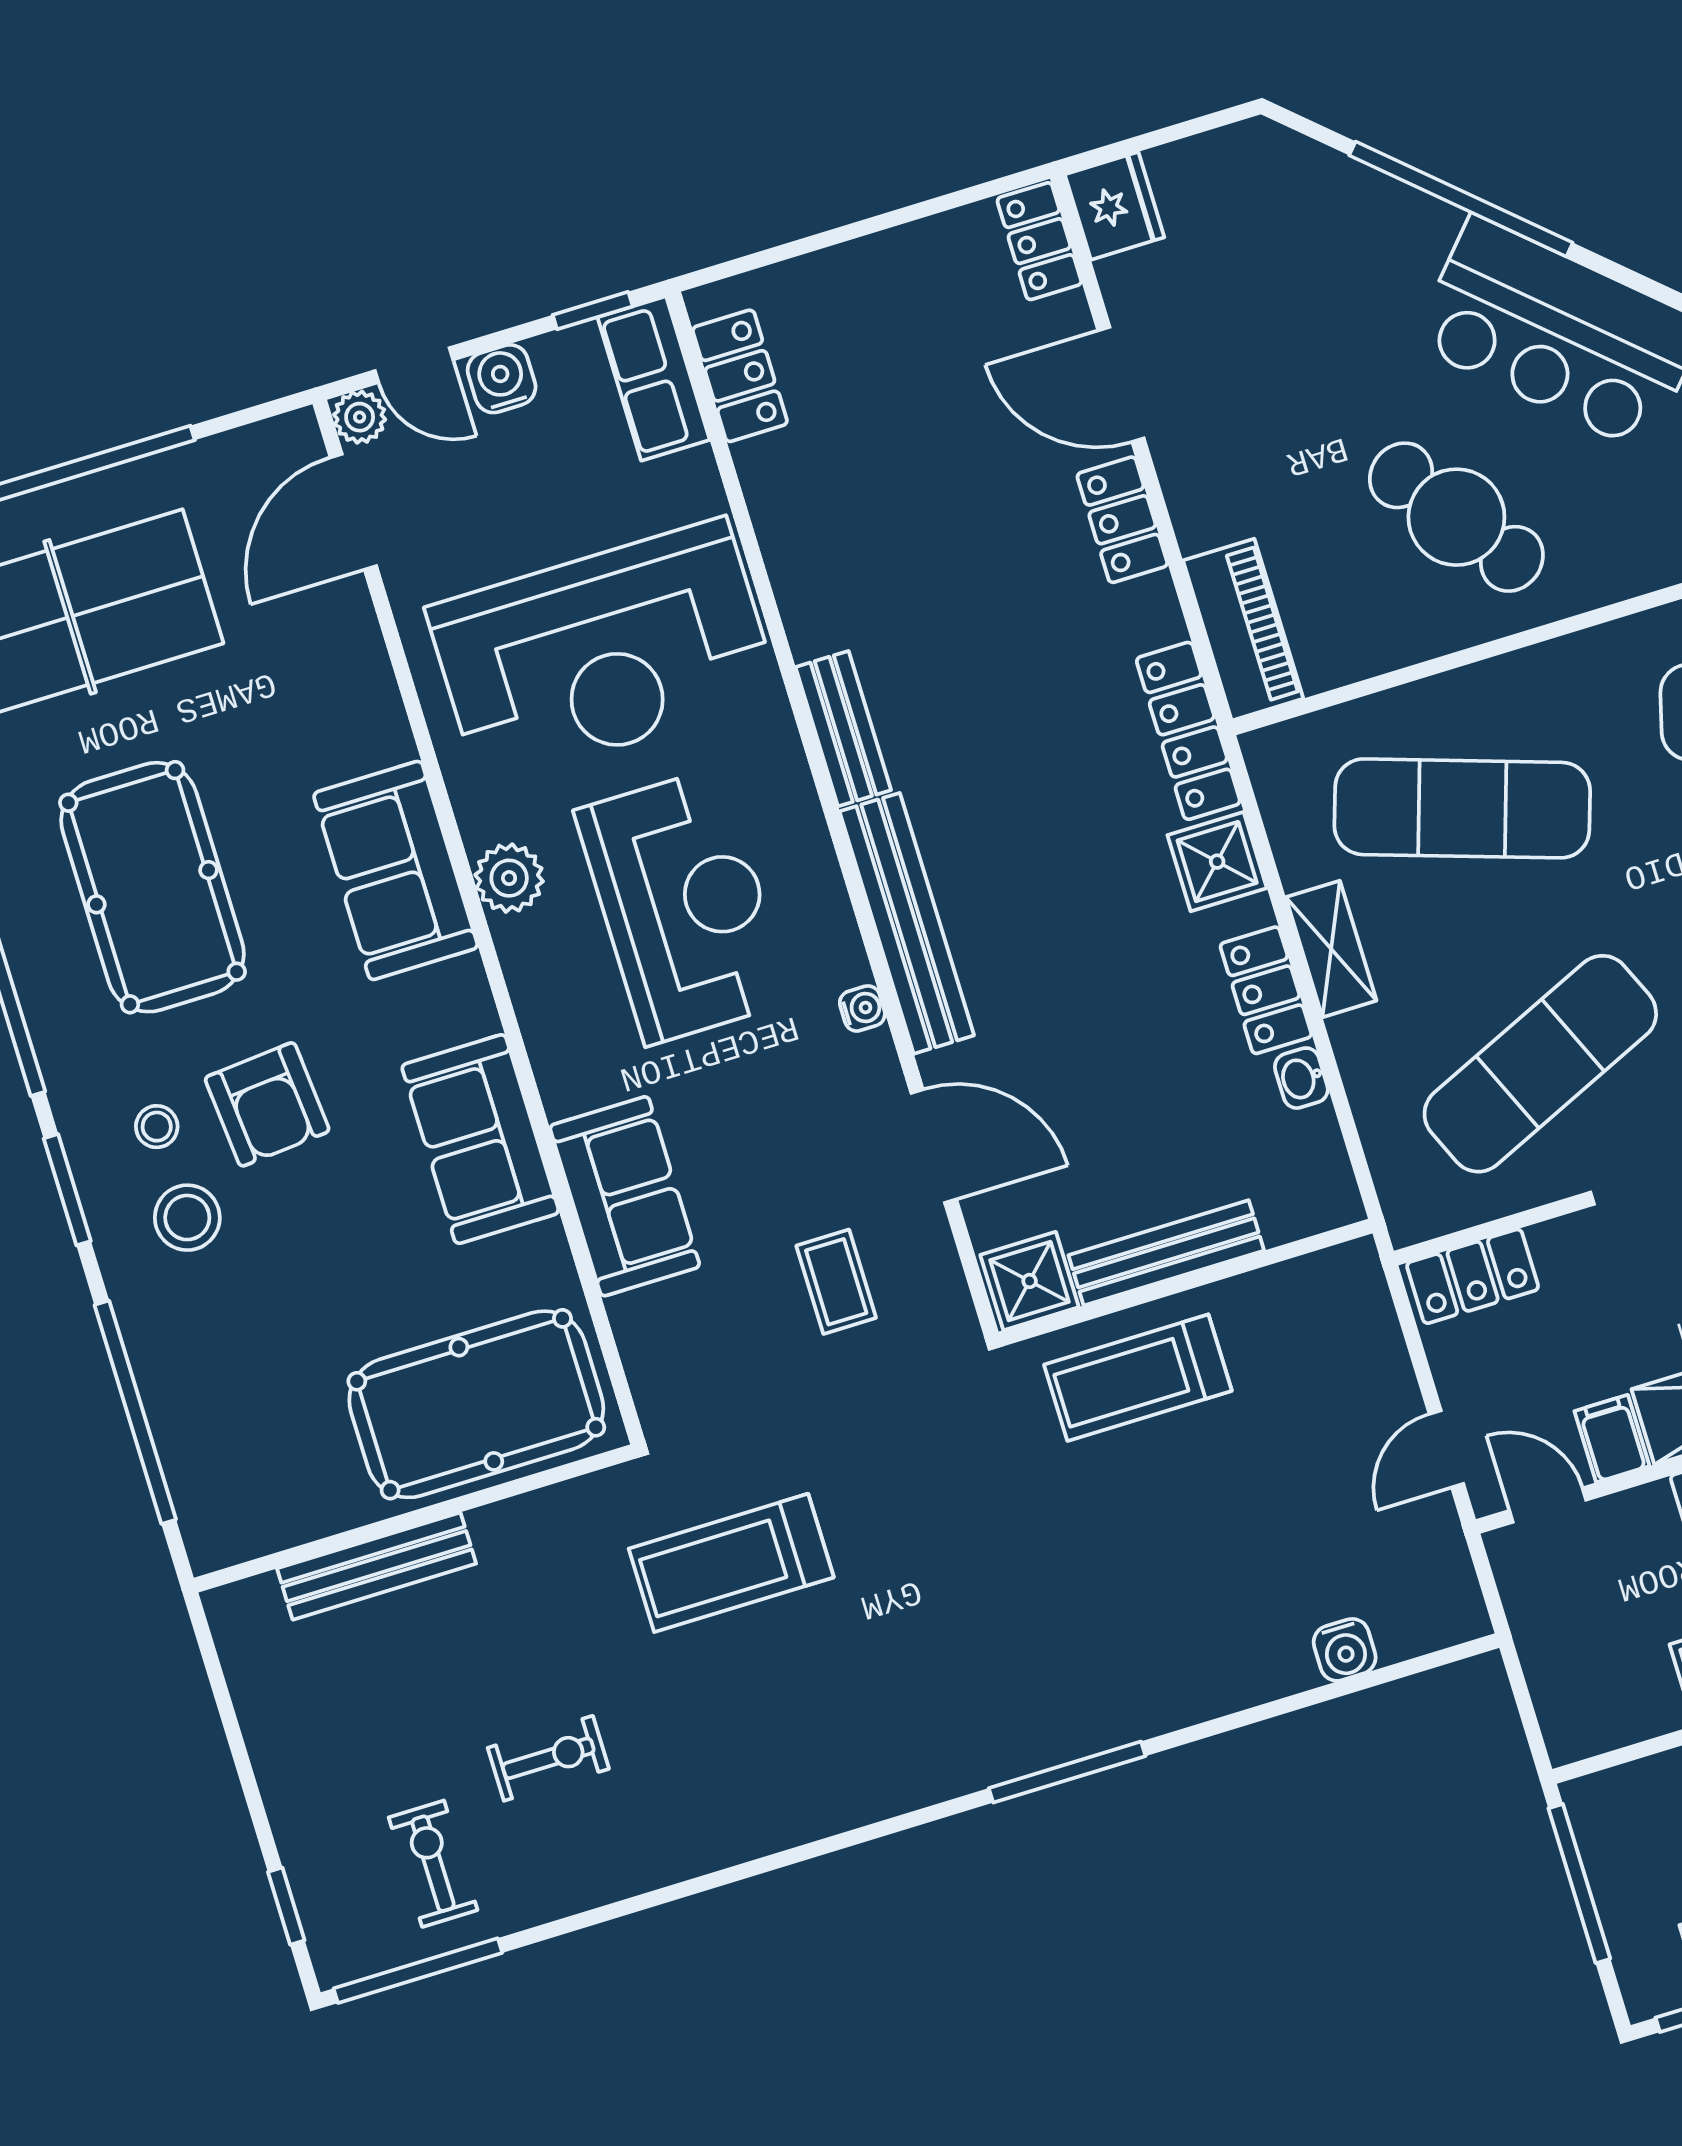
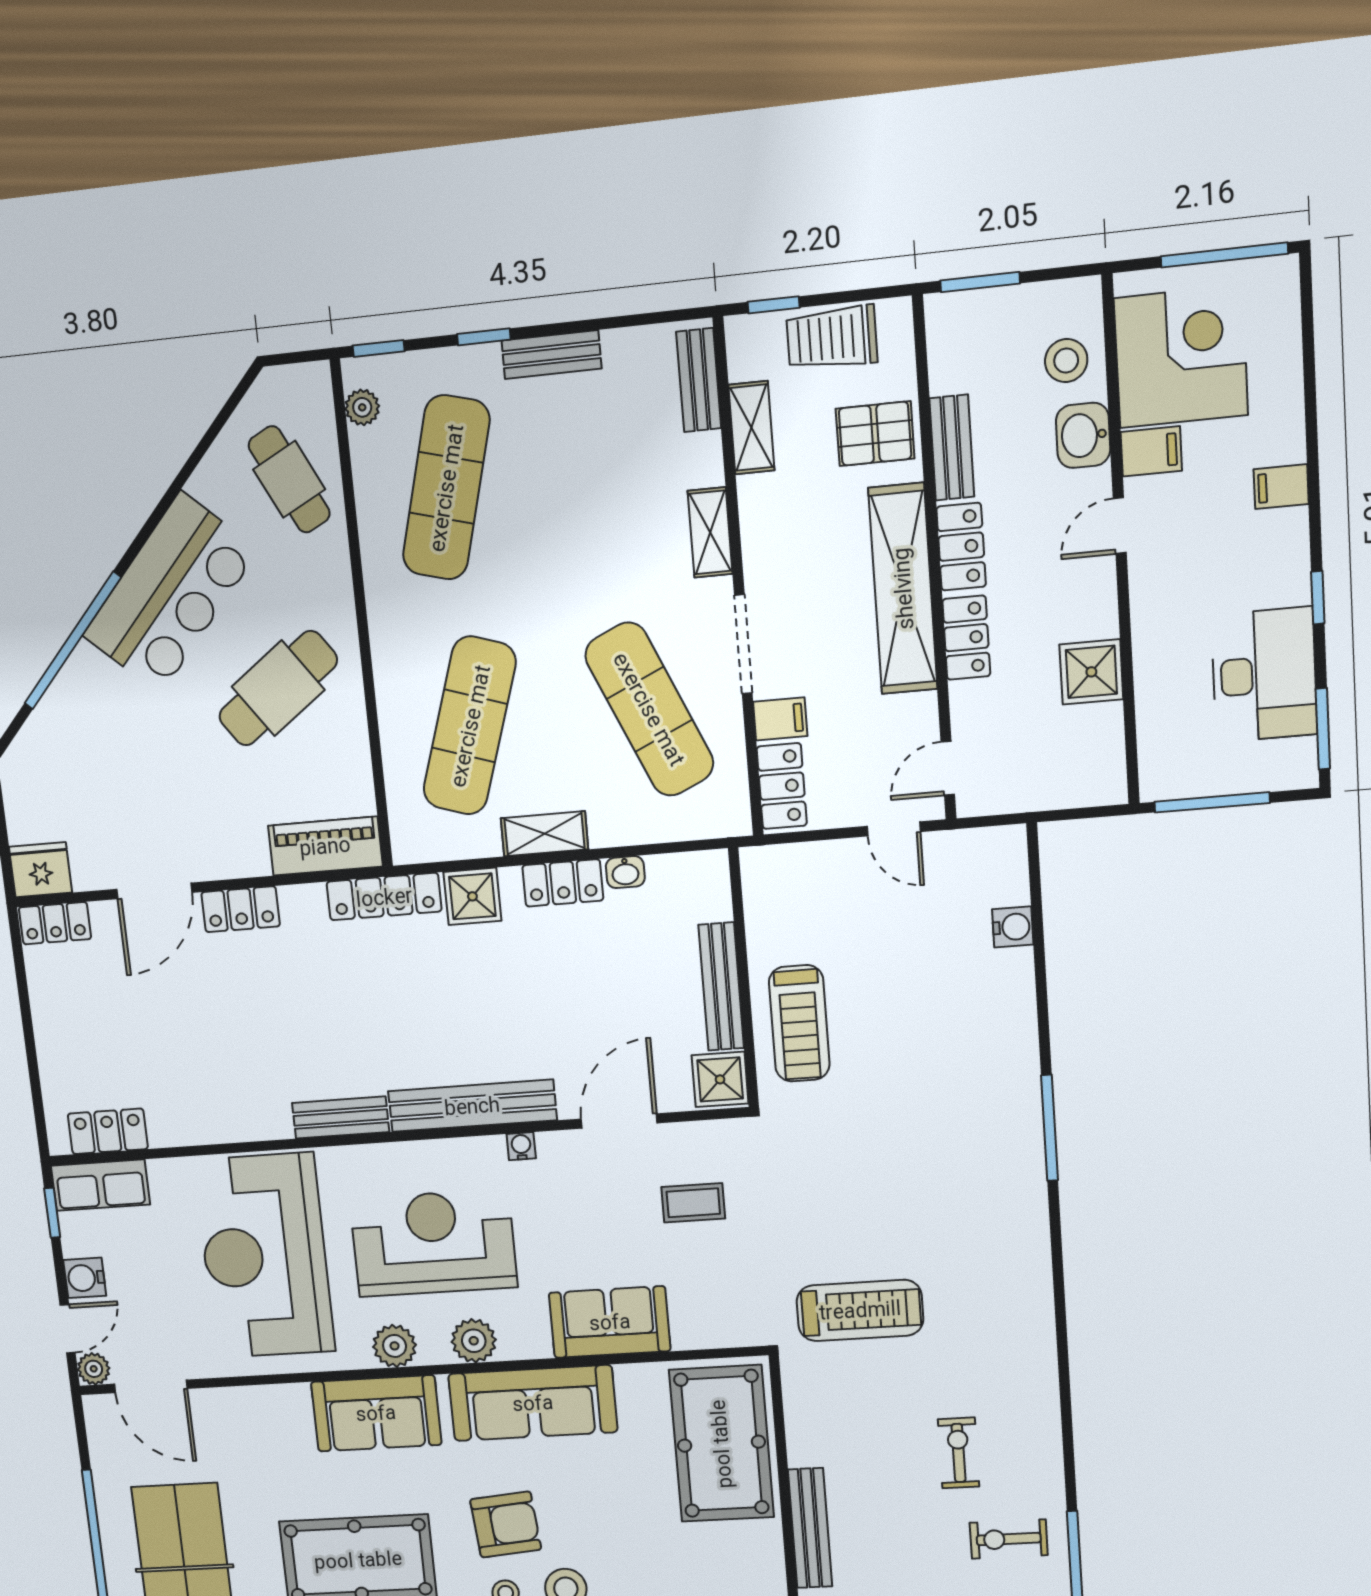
reception desk: (603, 652) -> (265, 1256), turned 180
plant: (546, 997) -> (474, 1341), added
sofa: (480, 1139) -> (533, 1403), width x1.36
filing cabinet: (1612, 1439) -> (780, 719), moved, turned 180
treadmill: (731, 1563) -> (860, 1310), turned -90

